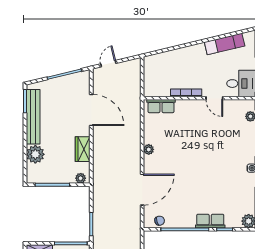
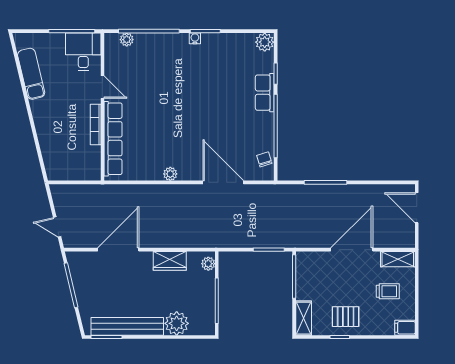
door: (214, 98) -> (103, 87), hinge flipped
row of seats: (161, 106) -> (113, 139), width x2.02

